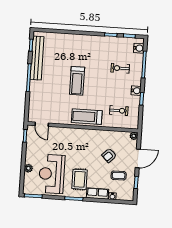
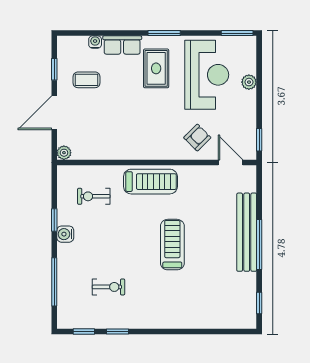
water cooler: (139, 48) -> (66, 311), removed
bench: (37, 58) -> (247, 232), moved
exercise bike: (120, 68) -> (108, 287), moved
armchair: (109, 155) -> (197, 138), moved

